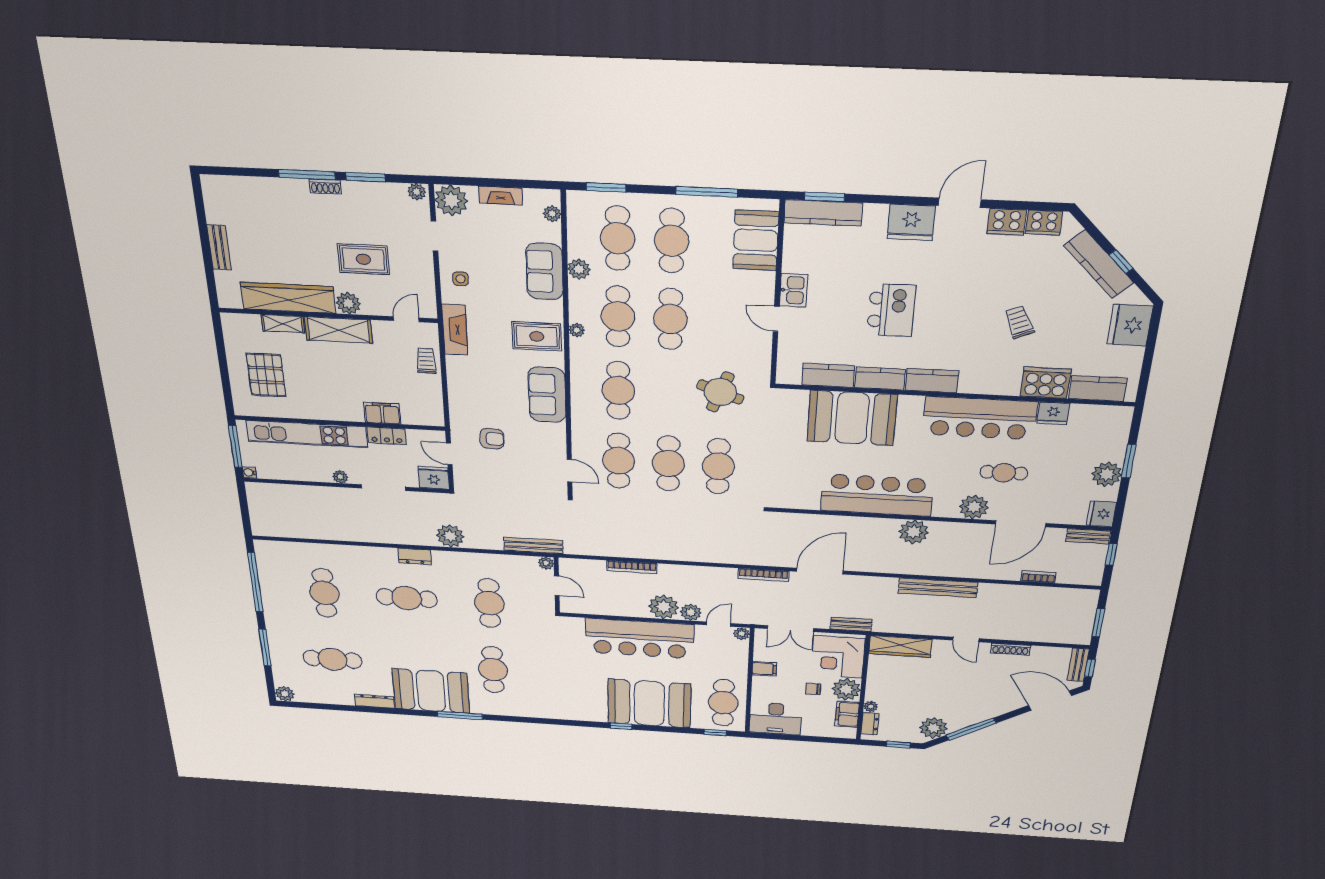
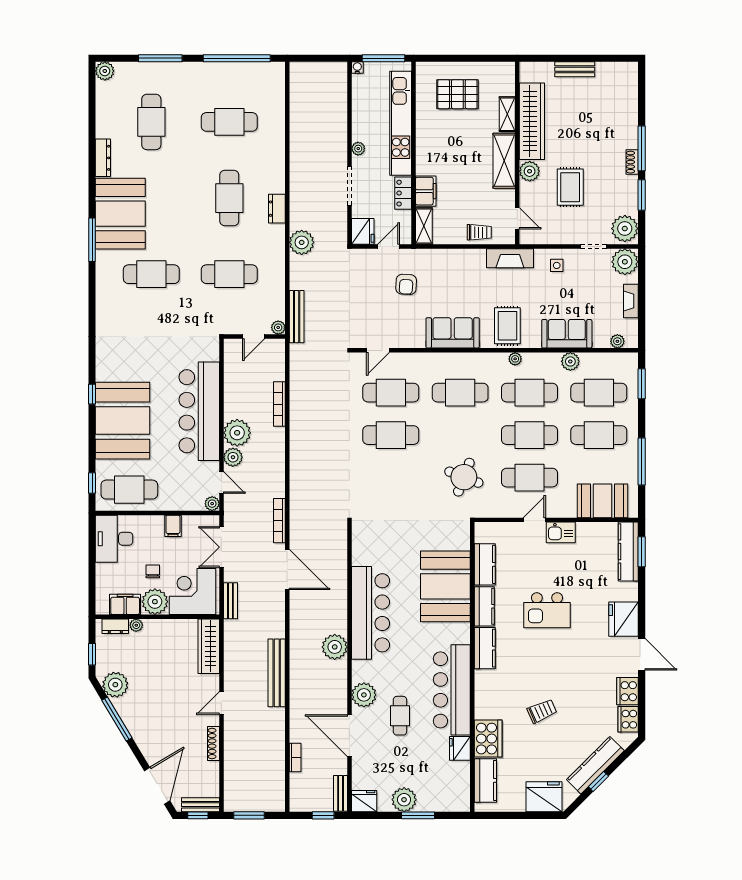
plant: (417, 192) -> (625, 229), width x1.88, depth x1.88
shelving: (423, 417) -> (424, 226), added
cafe table: (718, 466) -> (529, 478), moved

